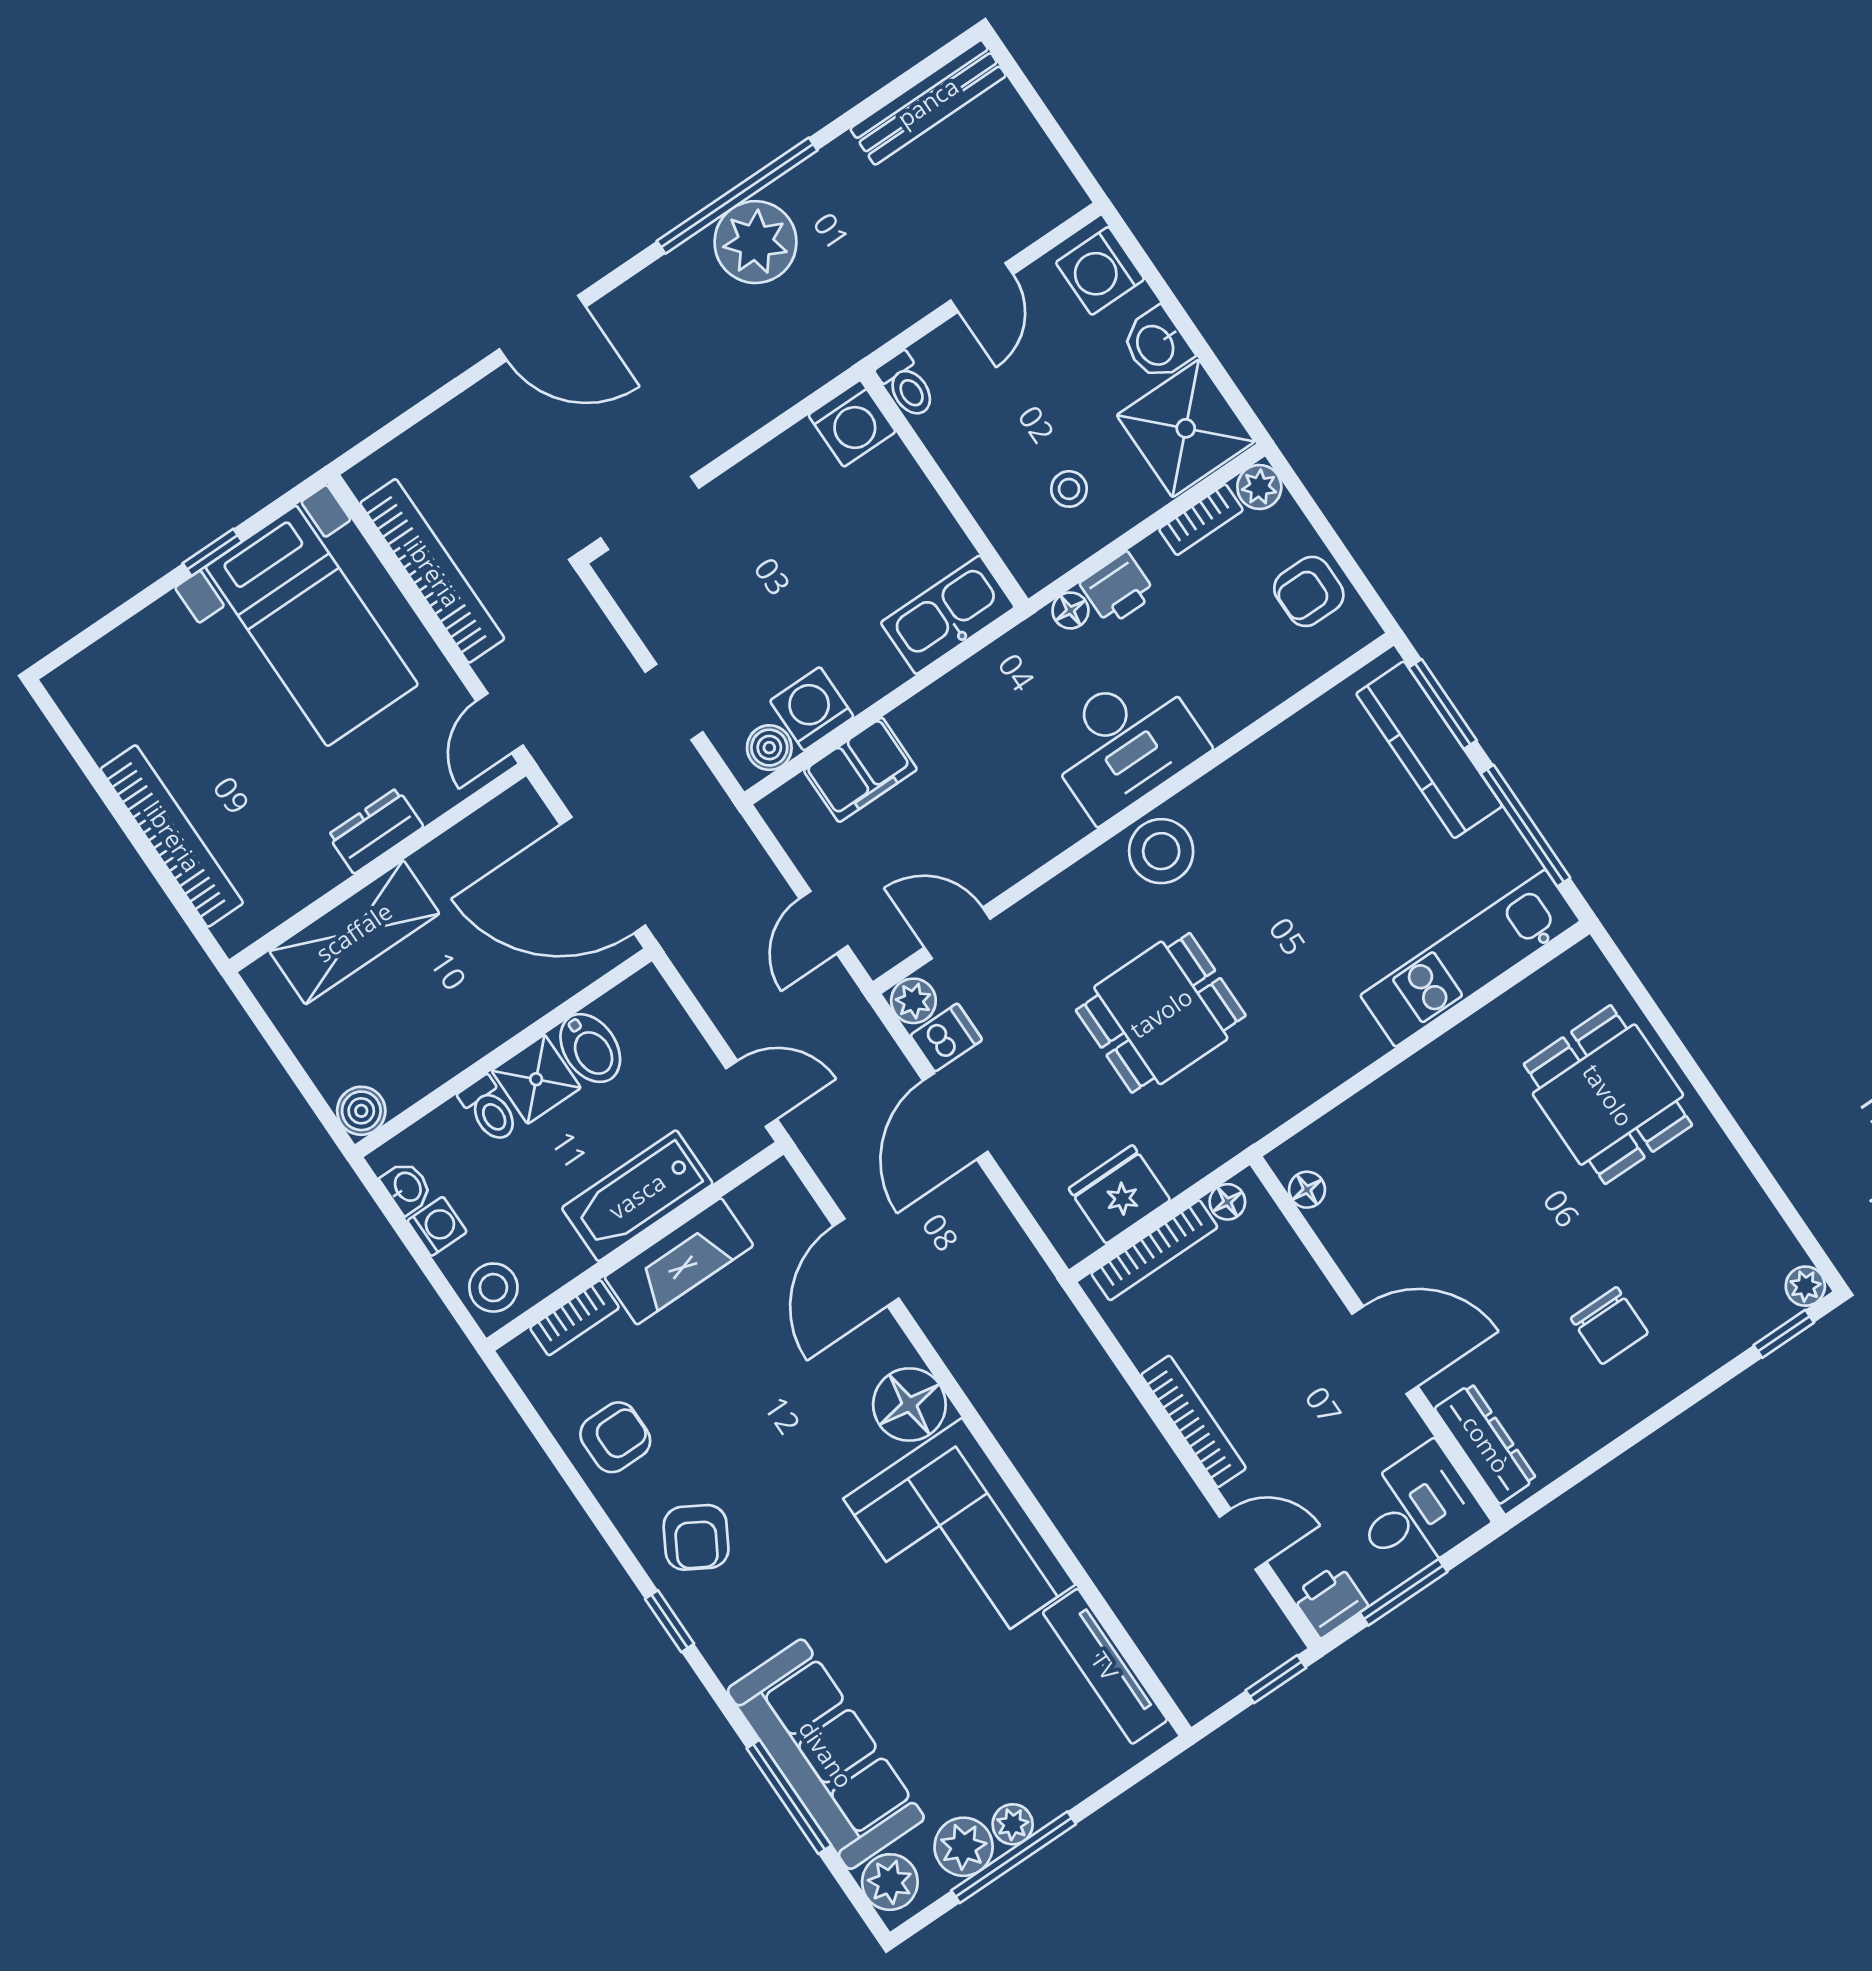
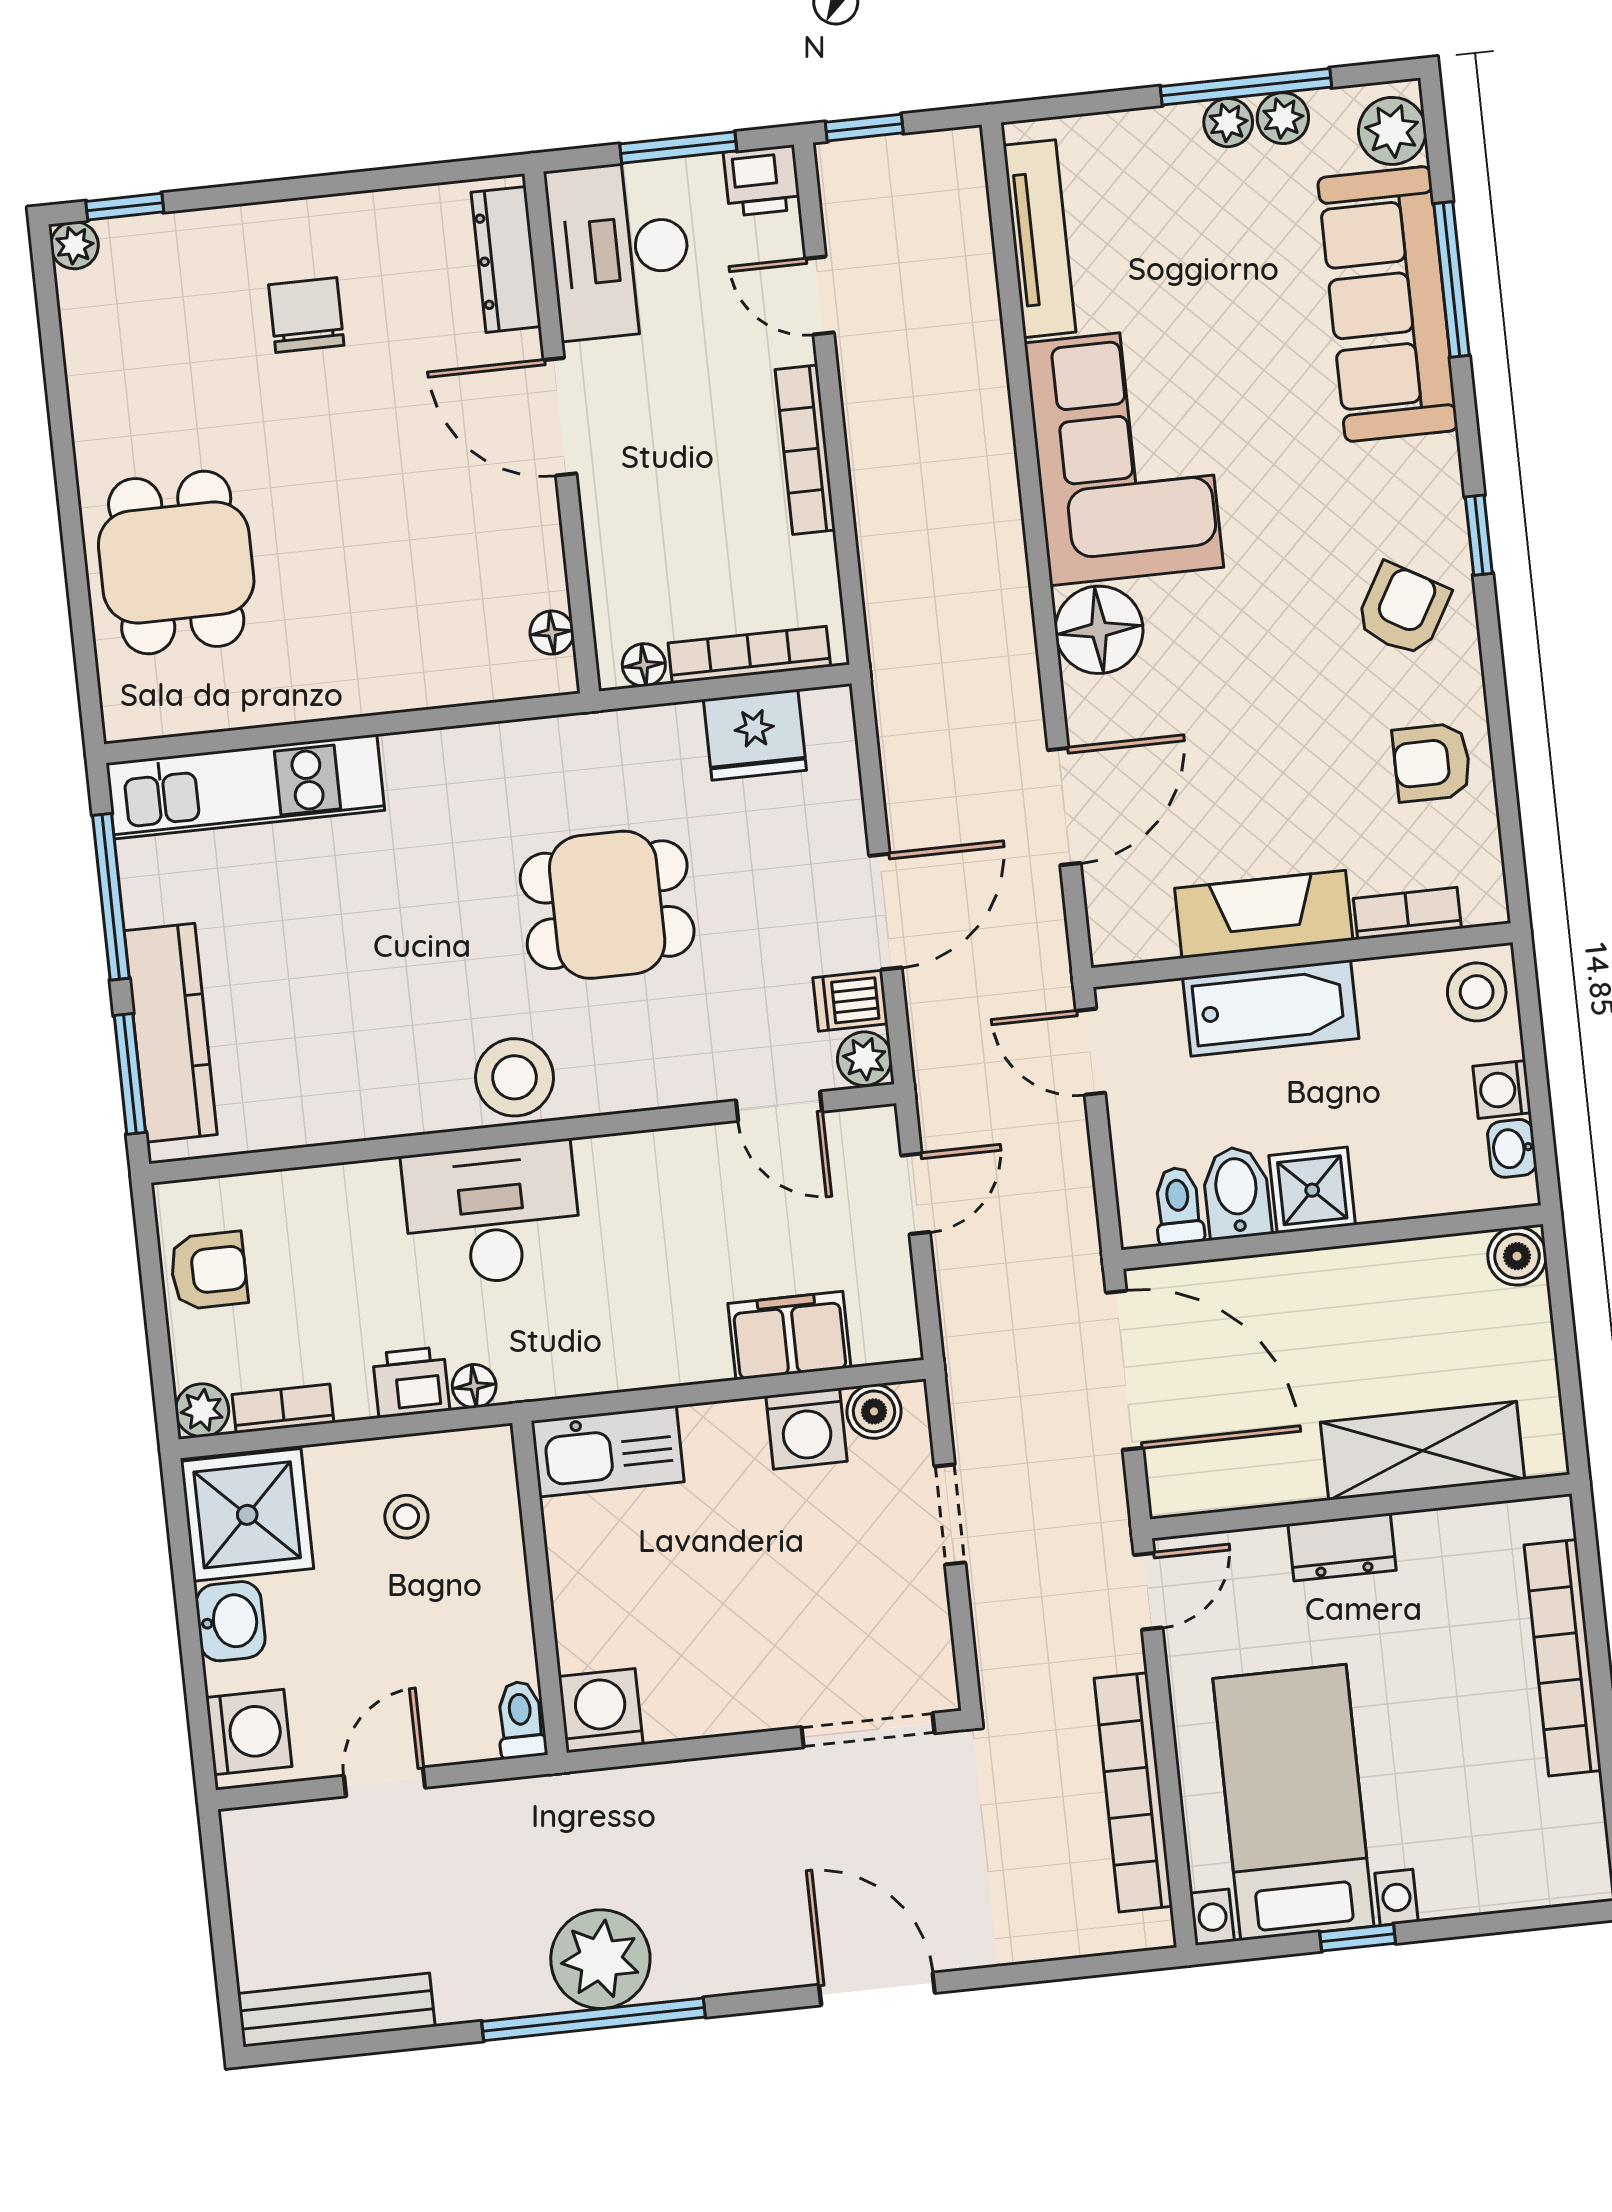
toilet: (489, 1110) -> (1178, 1206), moved
desk: (1417, 1511) -> (620, 250), width x1.37
plant: (964, 1847) -> (1283, 118), width x0.73, depth x0.73

